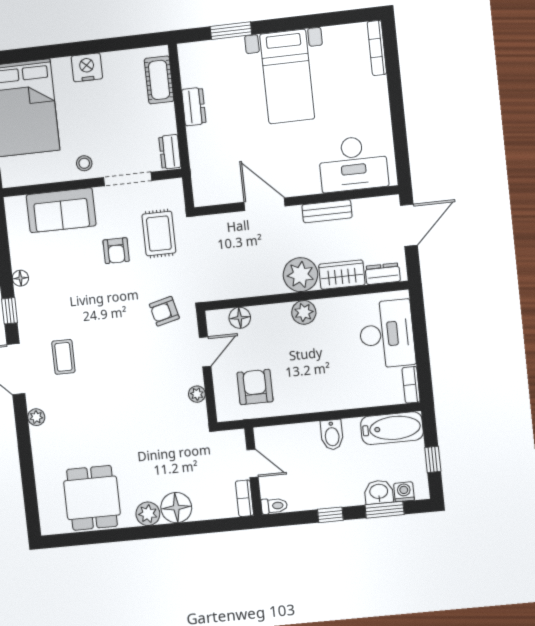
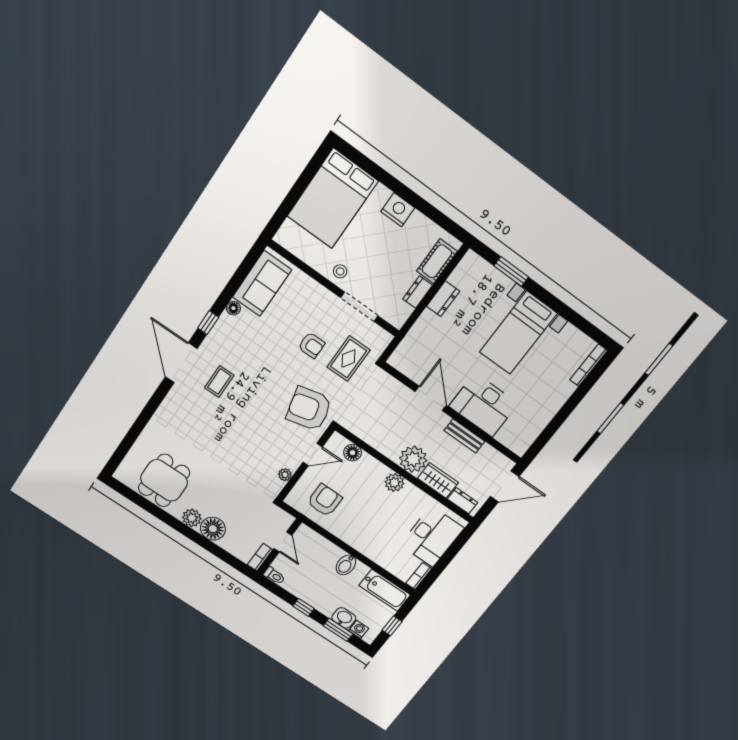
dresser: (170, 152) -> (418, 292), moved
desk: (353, 164) -> (483, 405), moved
sofa: (61, 210) -> (262, 284), moved, turned -90
armchair: (116, 251) -> (312, 345), turned -90
armchair: (164, 311) -> (309, 409), width x1.88, depth x1.88
plant: (36, 417) -> (169, 403), removed

